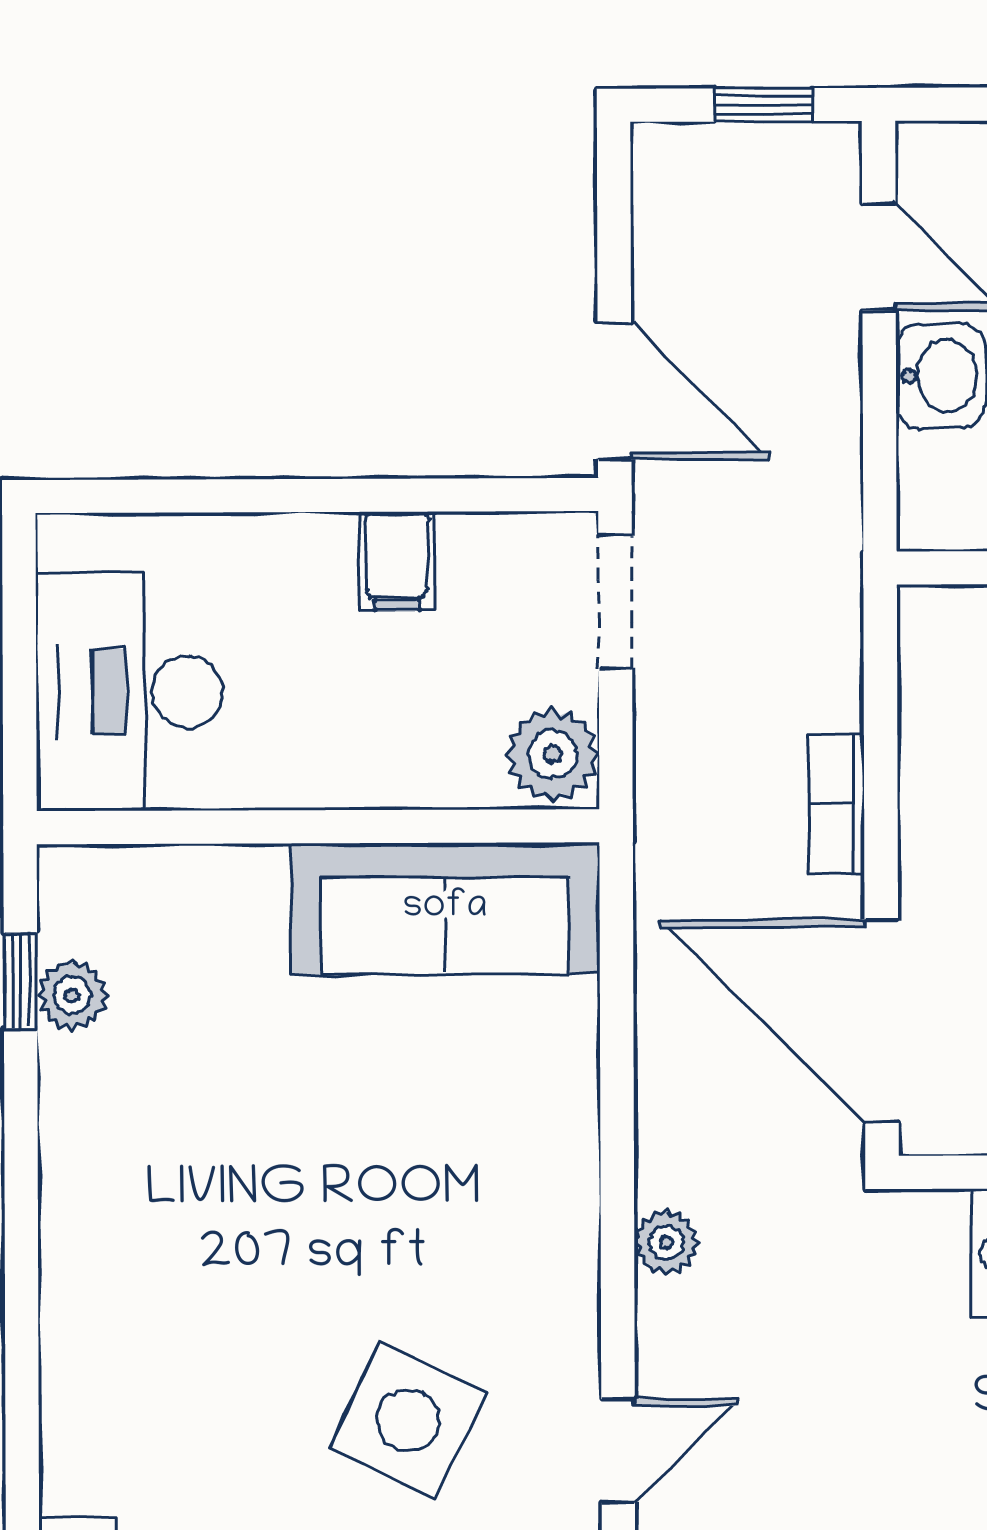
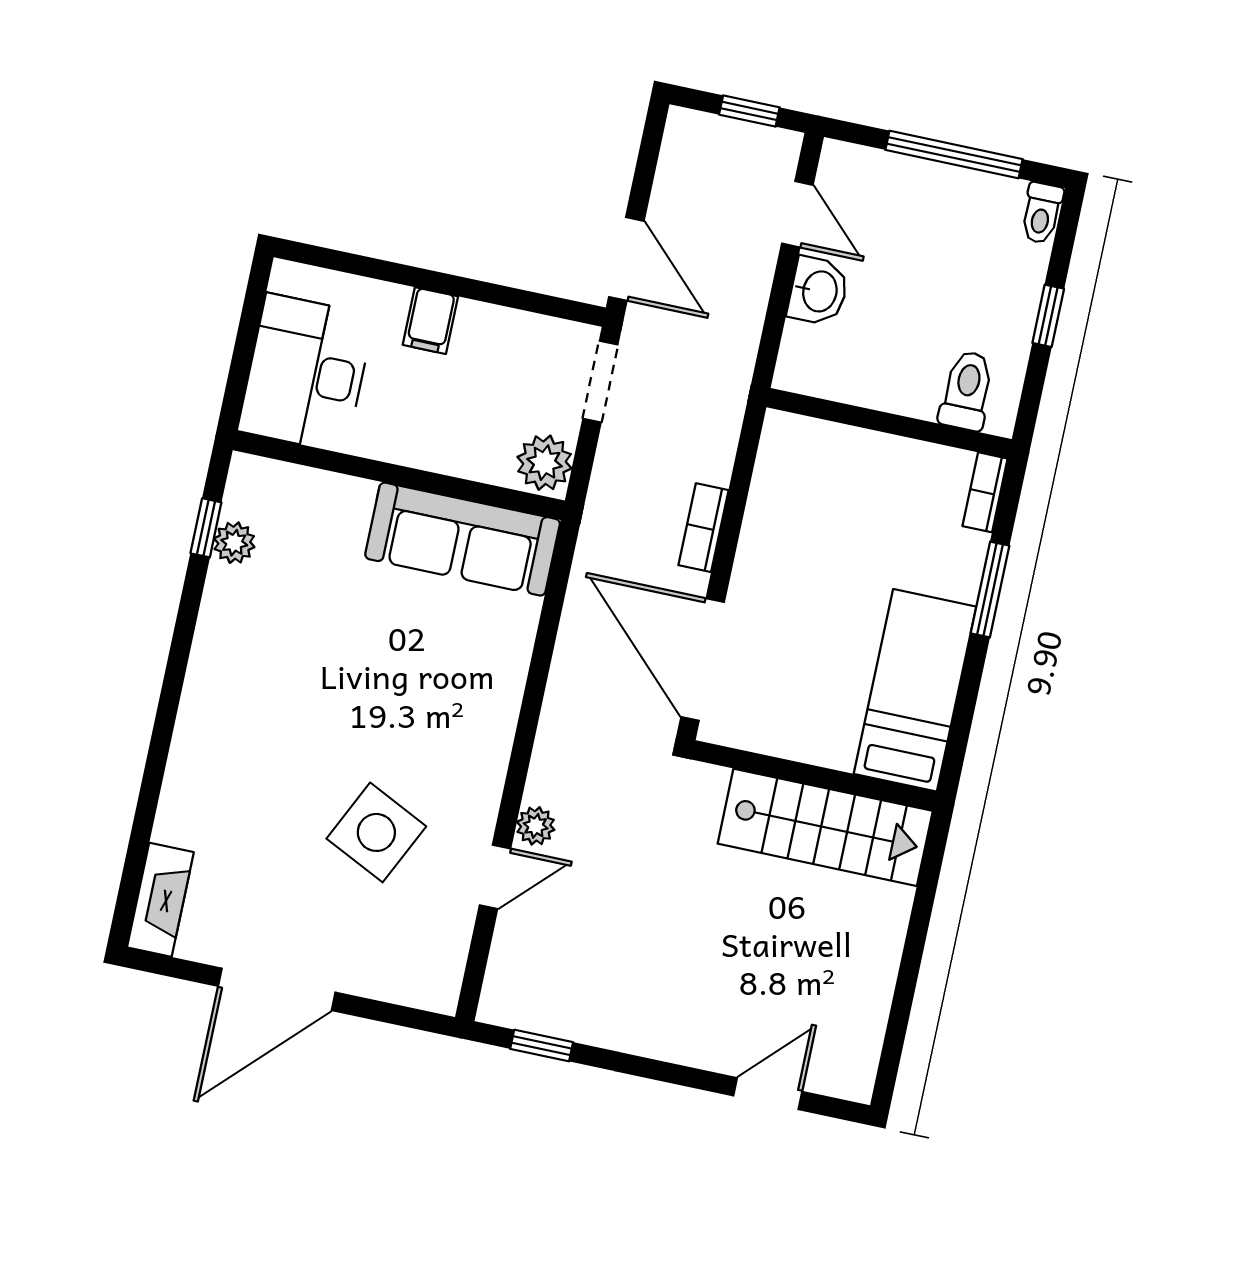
filing cabinet: (397, 561) -> (430, 321), moved
plant: (666, 1242) -> (536, 826), moved

